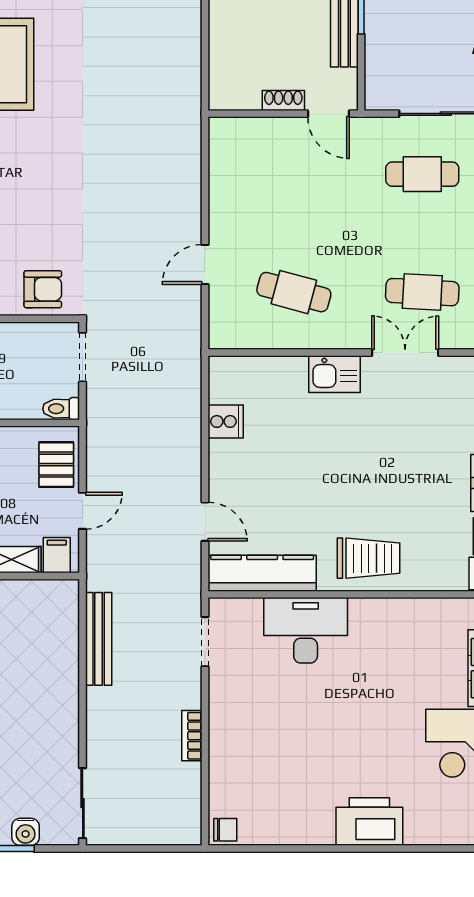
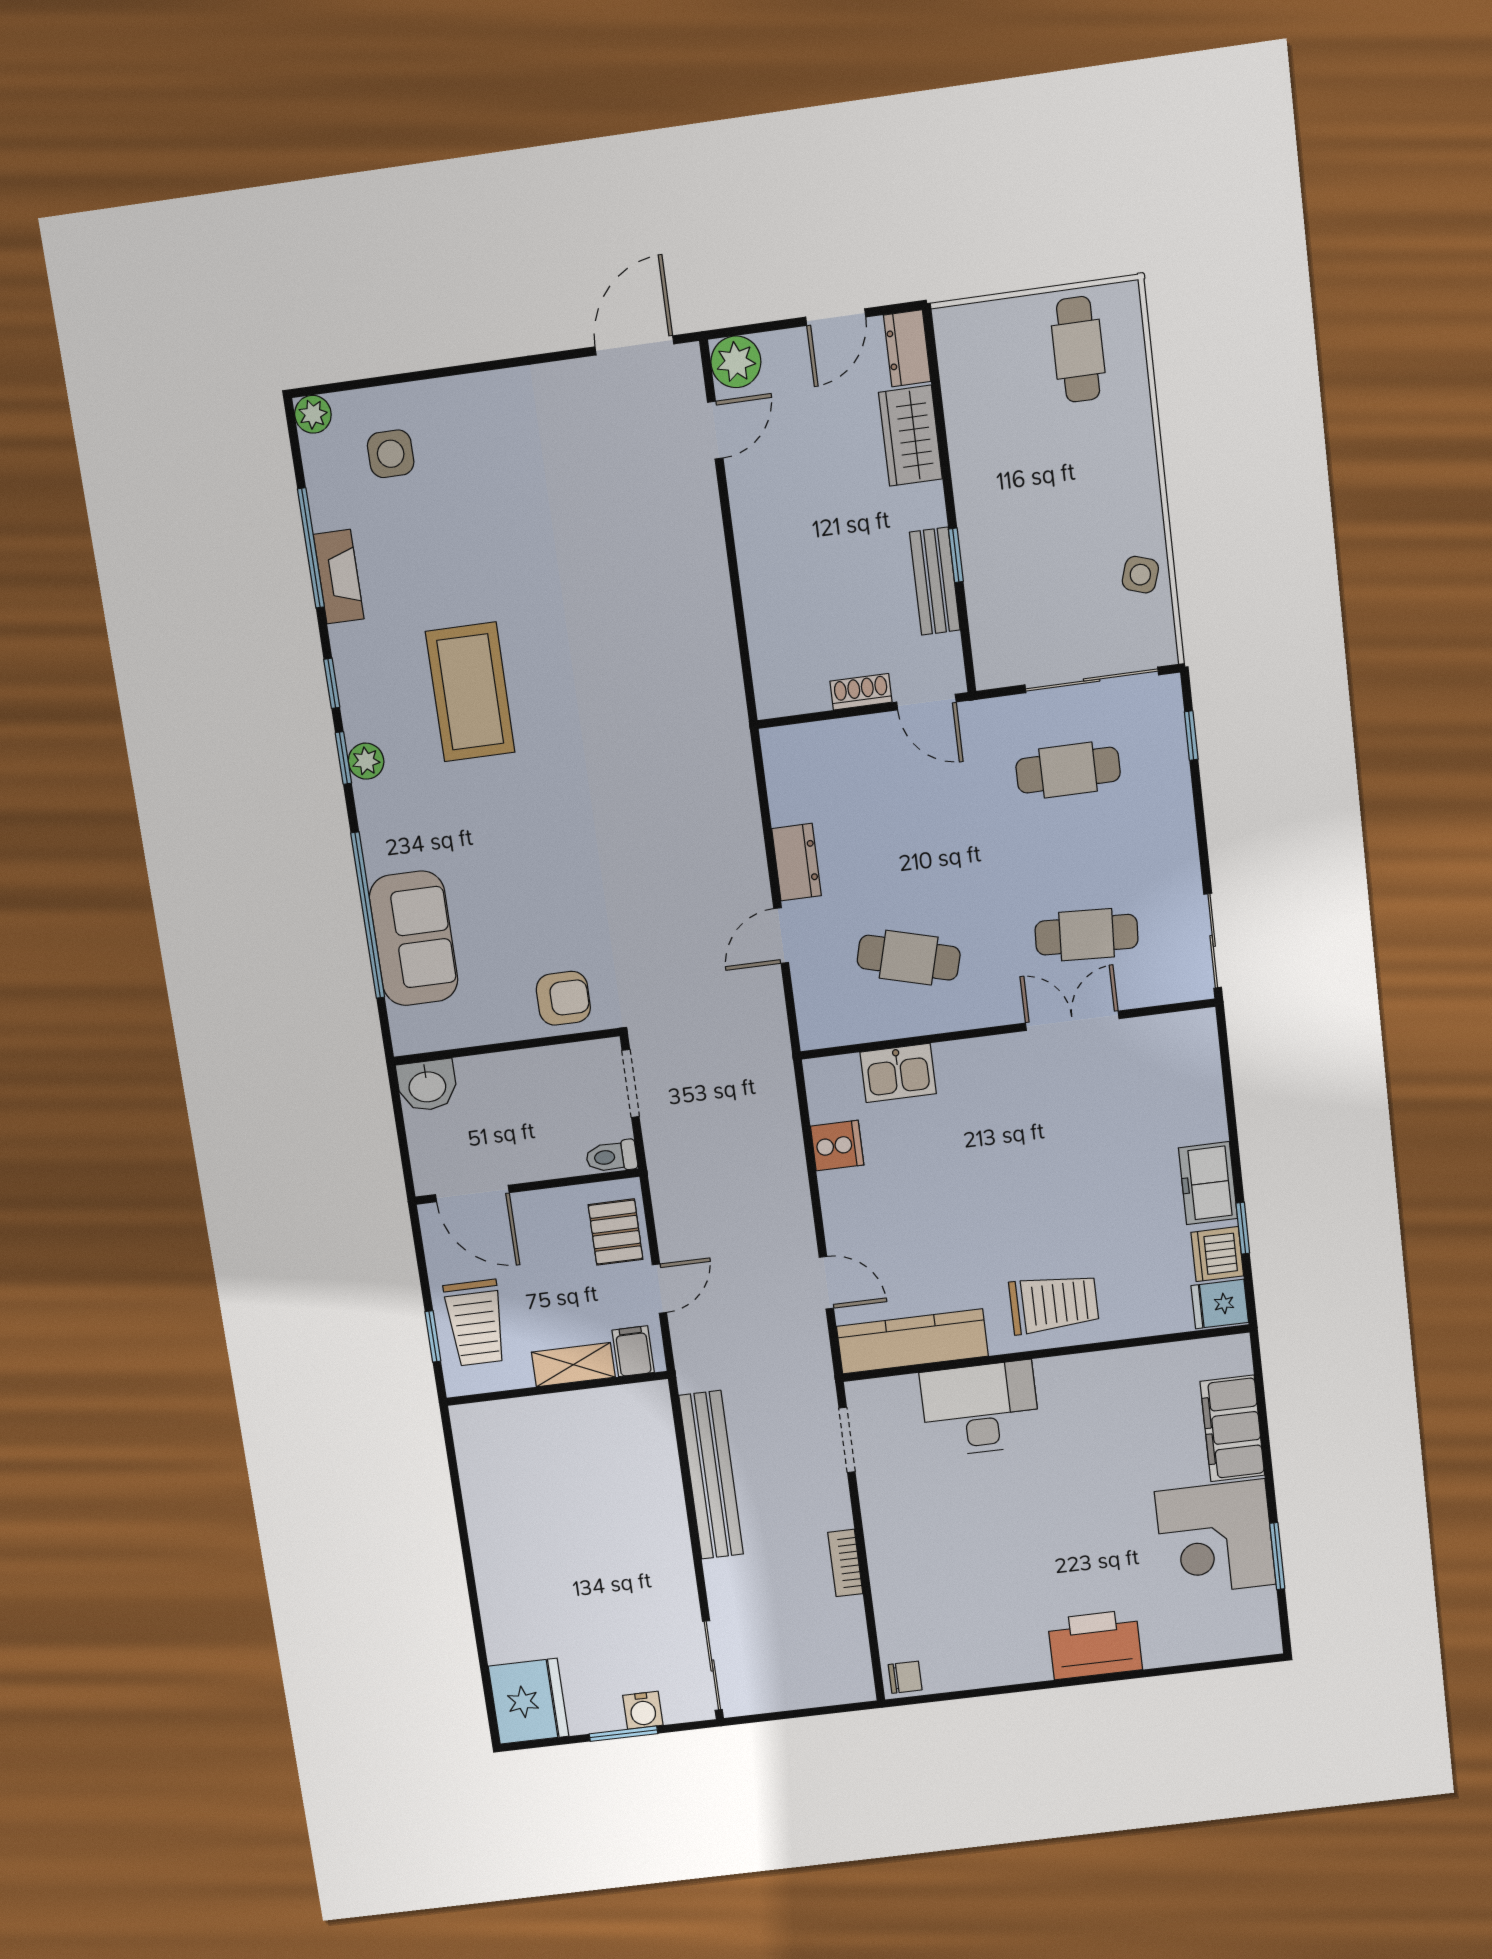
dresser: (223, 214) -> (797, 862), added
kitchen sink: (335, 374) -> (898, 1073), moved
bench: (99, 639) -> (711, 1475), width x1.37, depth x1.21

